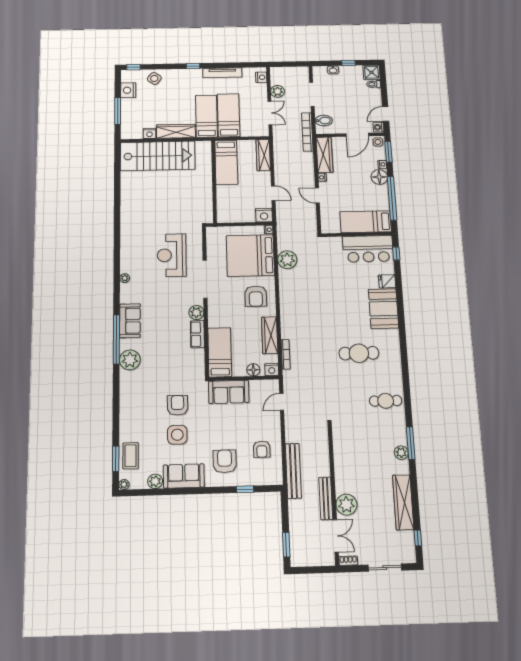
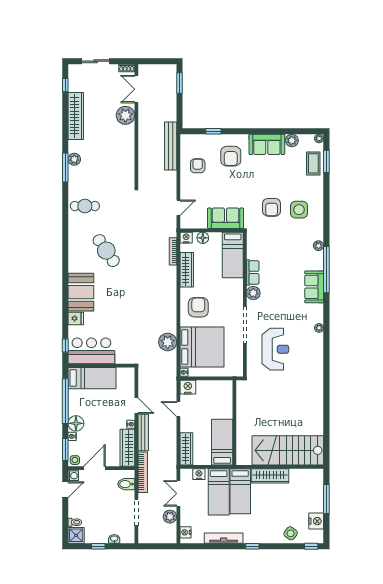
nightstand: (149, 133) -> (199, 474), moved
cafe table: (359, 353) -> (106, 251), turned 56
plant: (130, 360) -> (318, 246), width x0.53, depth x0.53
side table: (177, 435) -> (299, 210), moved
bench: (326, 498) -> (143, 432), moved

